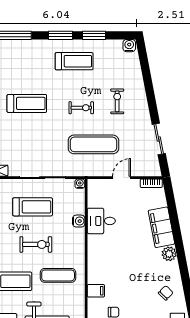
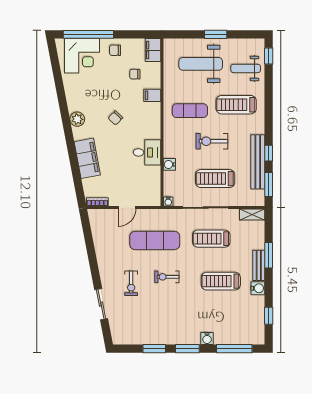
water cooler: (129, 46) -> (207, 339), moved
treadmill: (74, 61) -> (211, 239), moved
sliding door: (159, 139) -> (101, 304), moved
desk: (101, 221) -> (147, 152), moved
plant: (169, 254) -> (77, 119), moved
chair: (166, 293) -> (115, 118), moved

